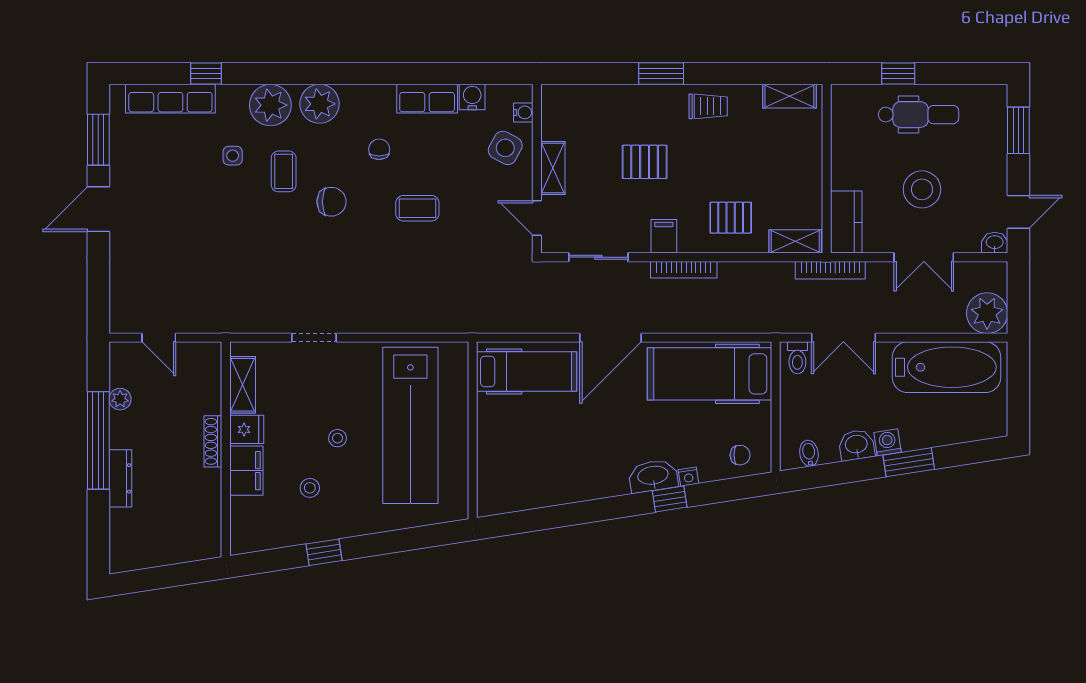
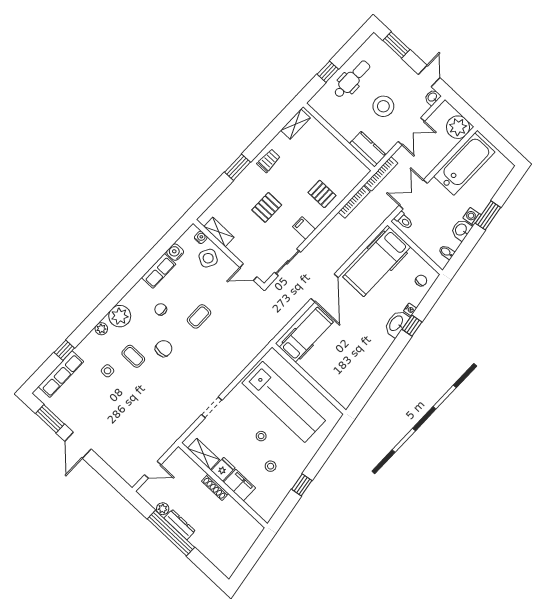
plant: (270, 105) -> (101, 329), width x0.53, depth x0.53
shelving: (553, 168) -> (219, 232), moved
pallet: (731, 218) -> (322, 194), turned 90
shelving: (795, 241) -> (356, 177), removed
bookcase: (684, 270) -> (354, 202), moved
double door: (843, 338) -> (413, 194), swing flipped
dresser: (120, 478) -> (180, 525), moved

